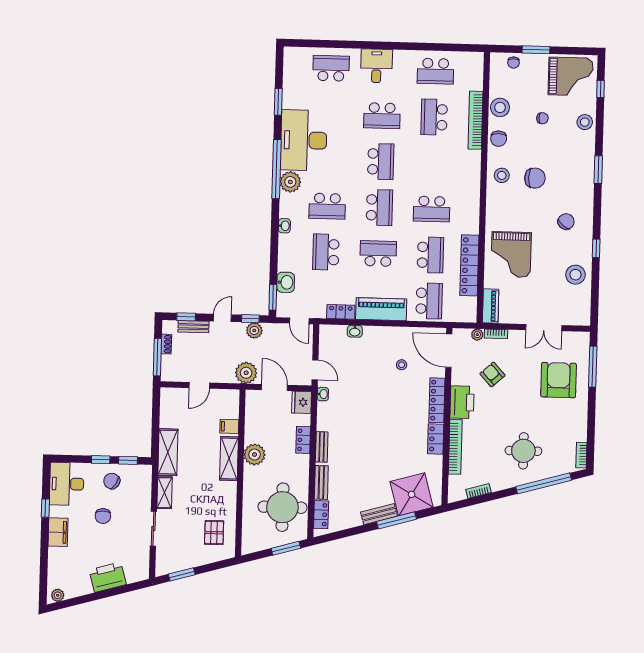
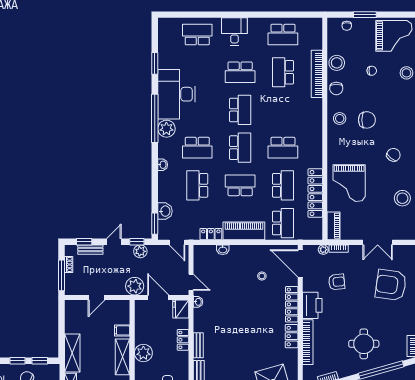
armchair: (492, 374) -> (337, 282), turned 126
armchair: (559, 380) -> (391, 285), turned -82

